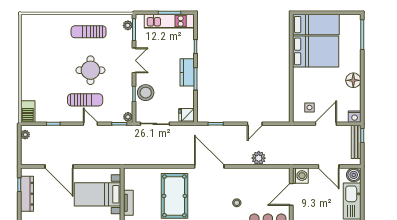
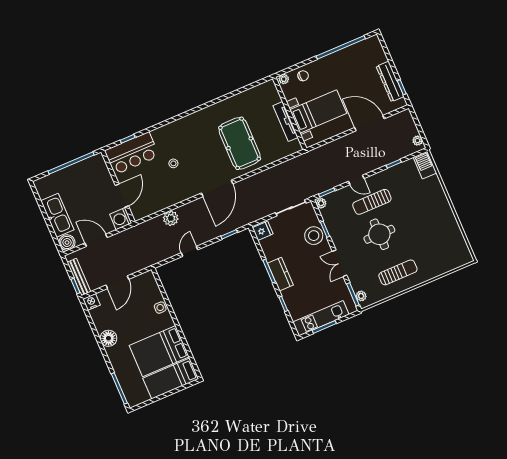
side table: (310, 108) -> (160, 308), moved
door: (209, 166) -> (217, 188), hinge flipped
tv unit: (128, 203) -> (286, 122), width x1.41

